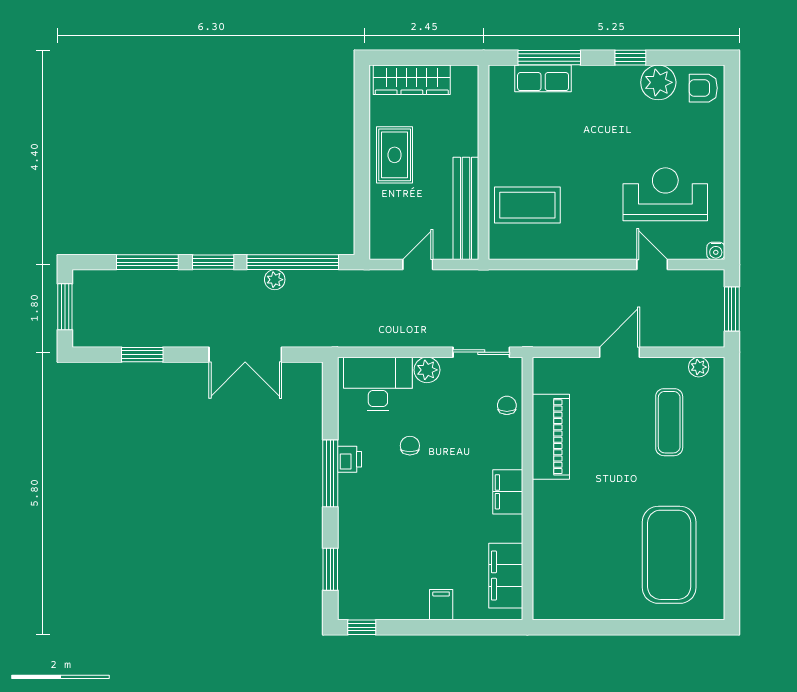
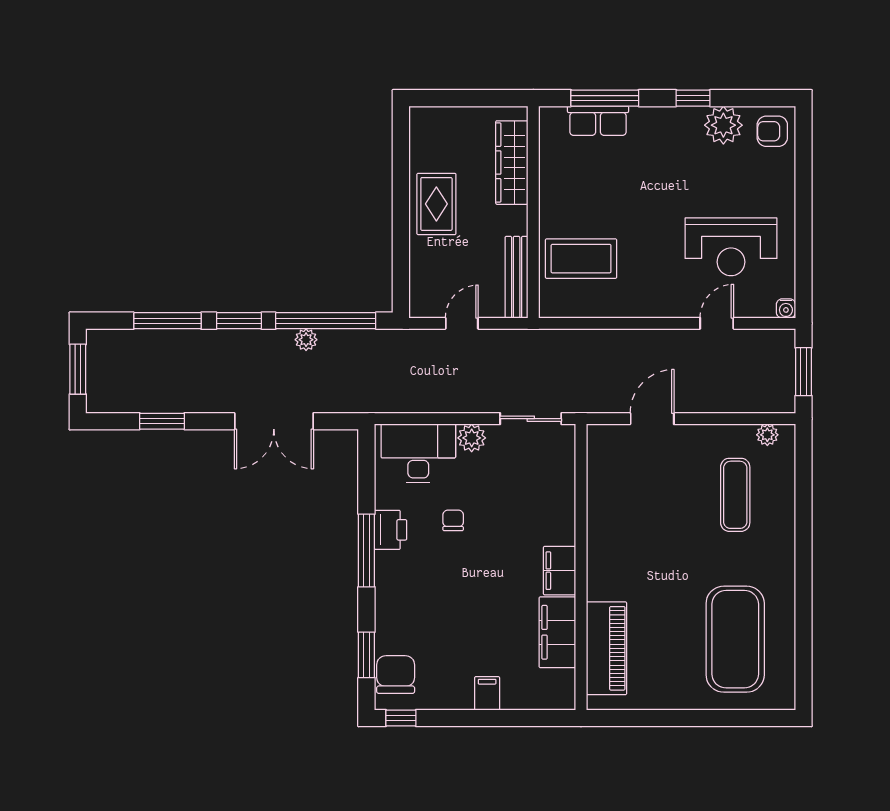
wardrobe: (412, 80) -> (512, 163), moved, turned 90
reception desk: (665, 194) -> (731, 247), turned 180
bench: (466, 208) -> (517, 277), width x0.73, depth x0.82
door: (652, 265) -> (717, 323), hinge flipped
door: (620, 352) -> (652, 419), moved
chair: (507, 405) -> (396, 675), moved, width x1.87, depth x1.87
piano: (551, 437) -> (606, 648), moved
printer: (349, 459) -> (391, 530), width x1.36, depth x1.24
filing cabinet: (506, 576) -> (557, 632), moved

